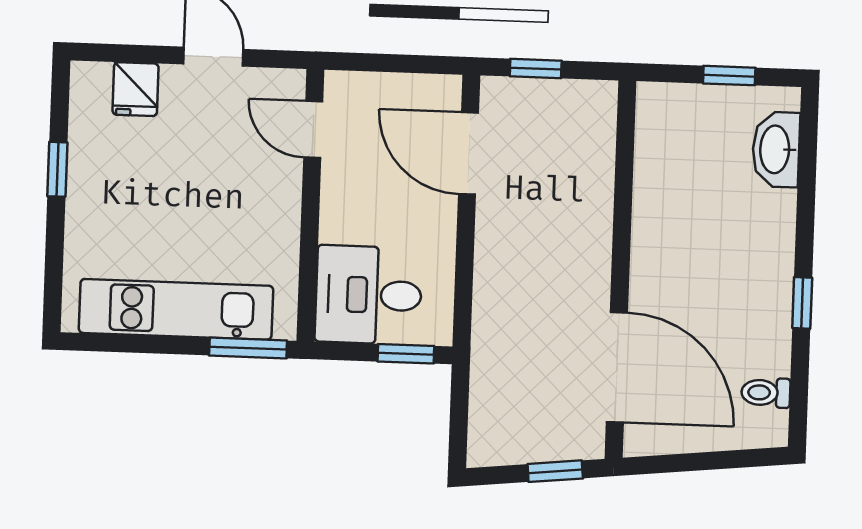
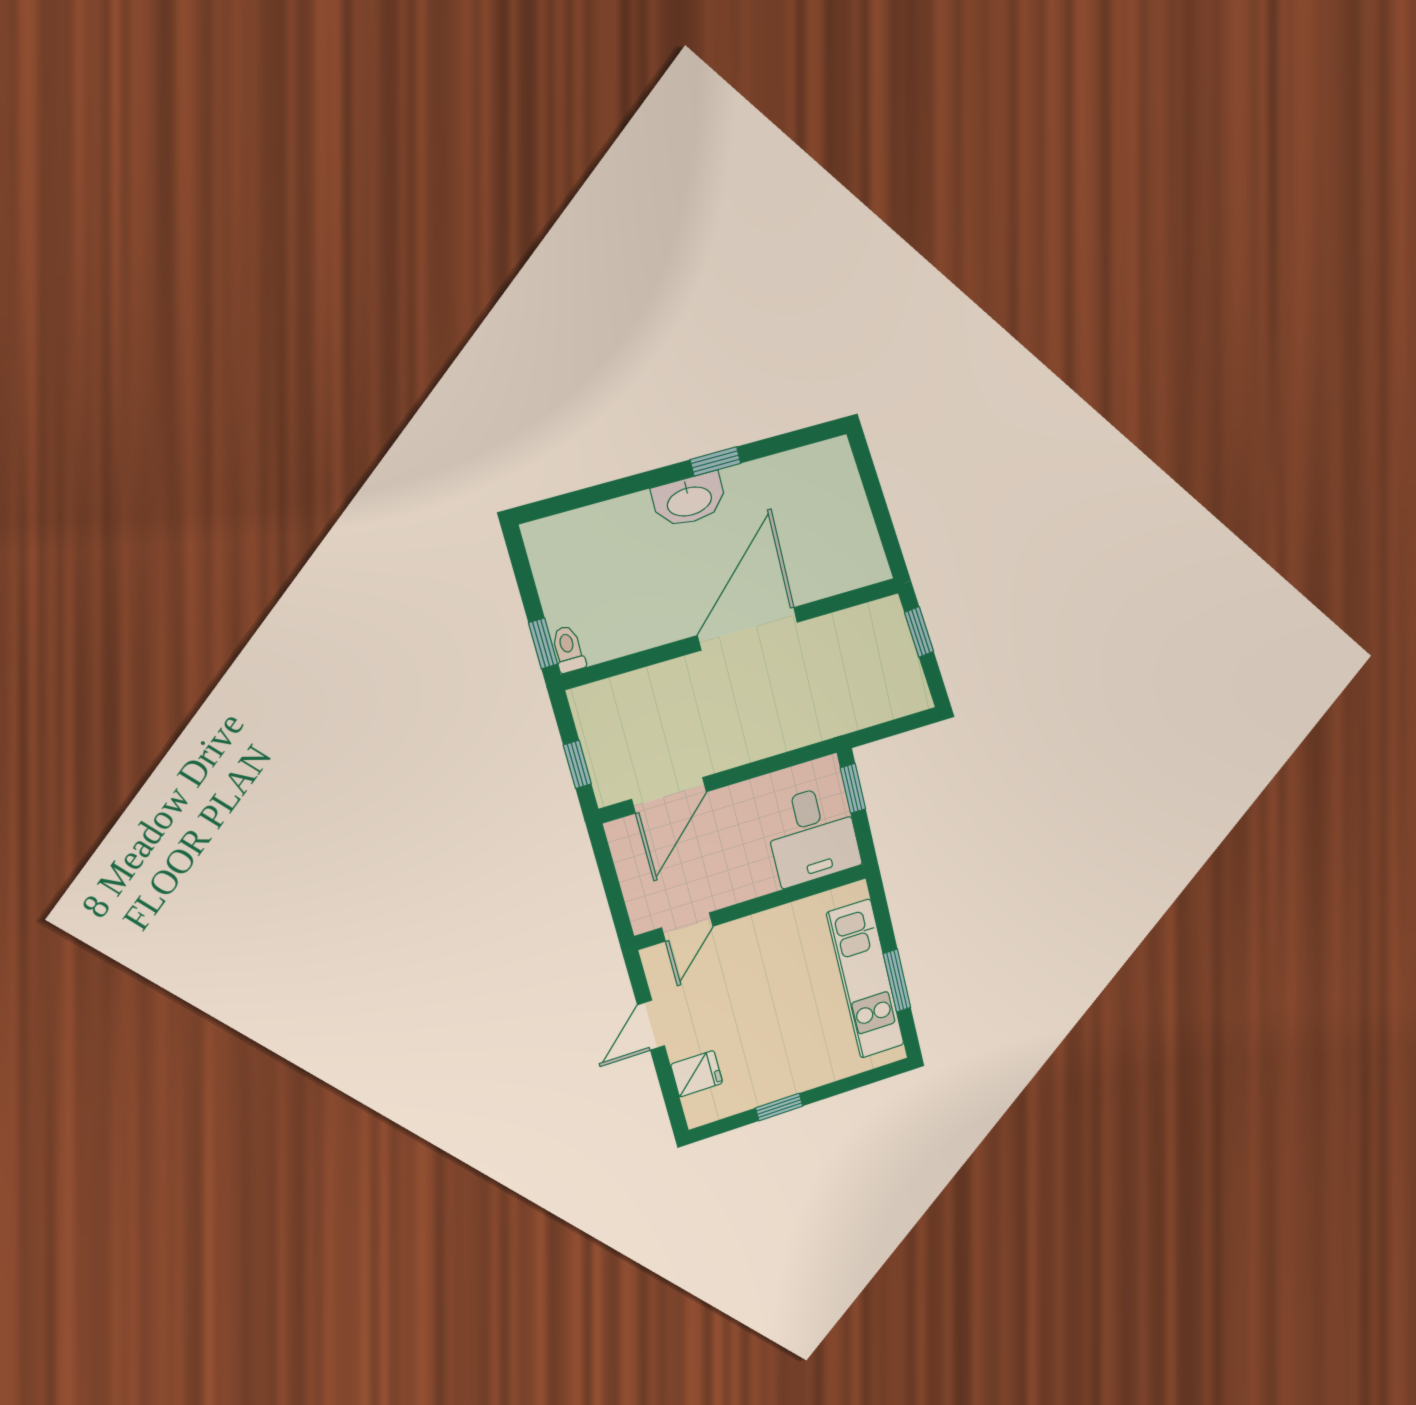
window: (729, 76) -> (543, 643), moved
washbasin: (776, 149) -> (689, 500), moved
window: (248, 348) -> (897, 981), moved
door: (617, 367) -> (748, 629), moved
toilet: (766, 393) -> (568, 649), moved, turned 180

